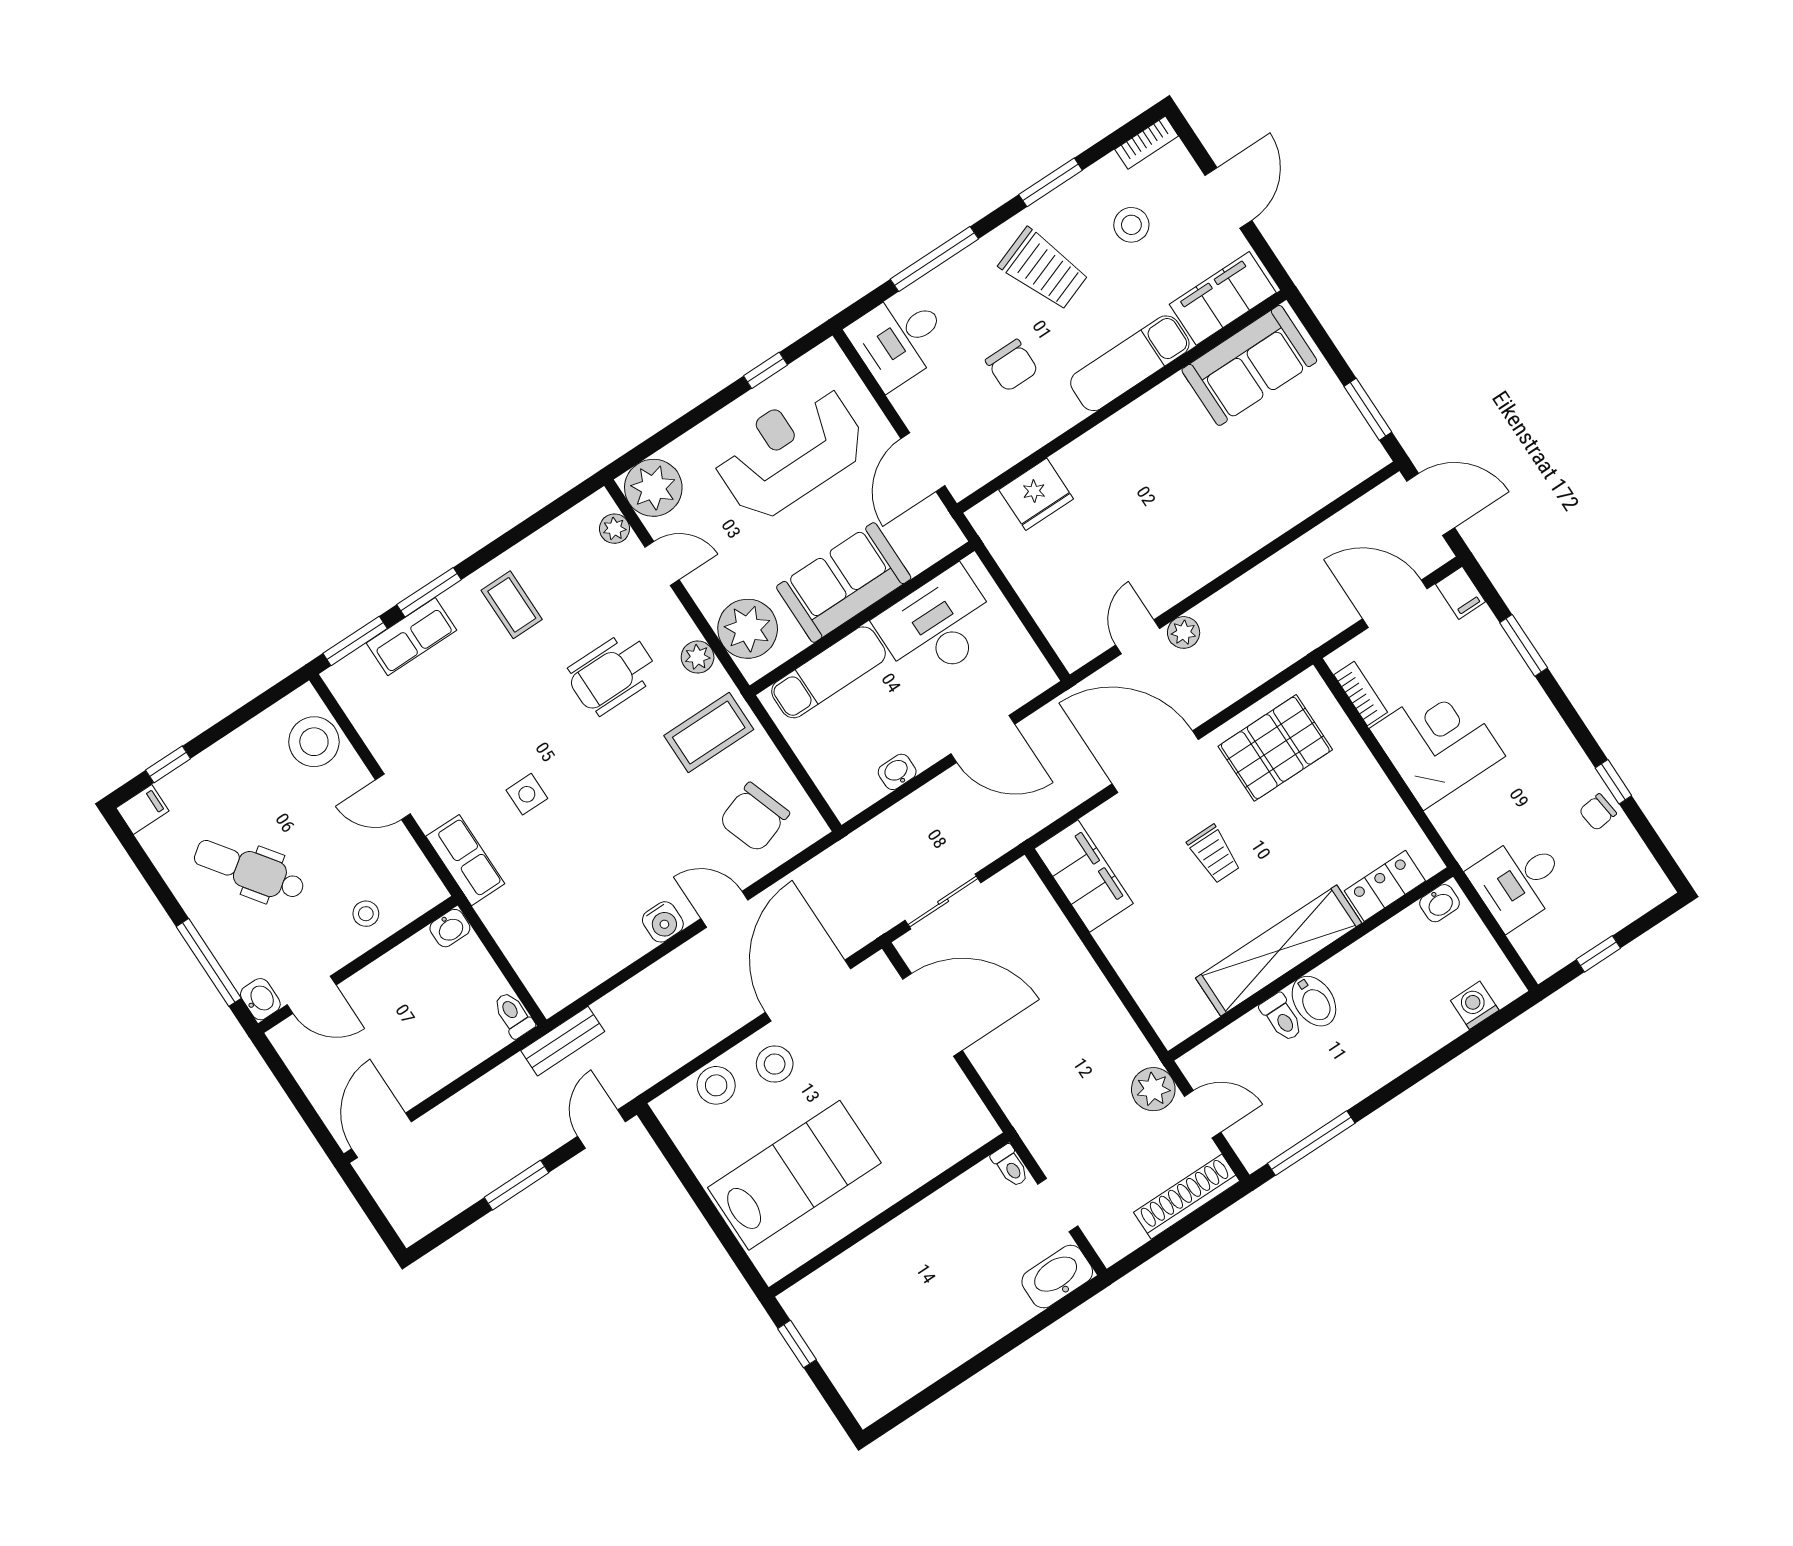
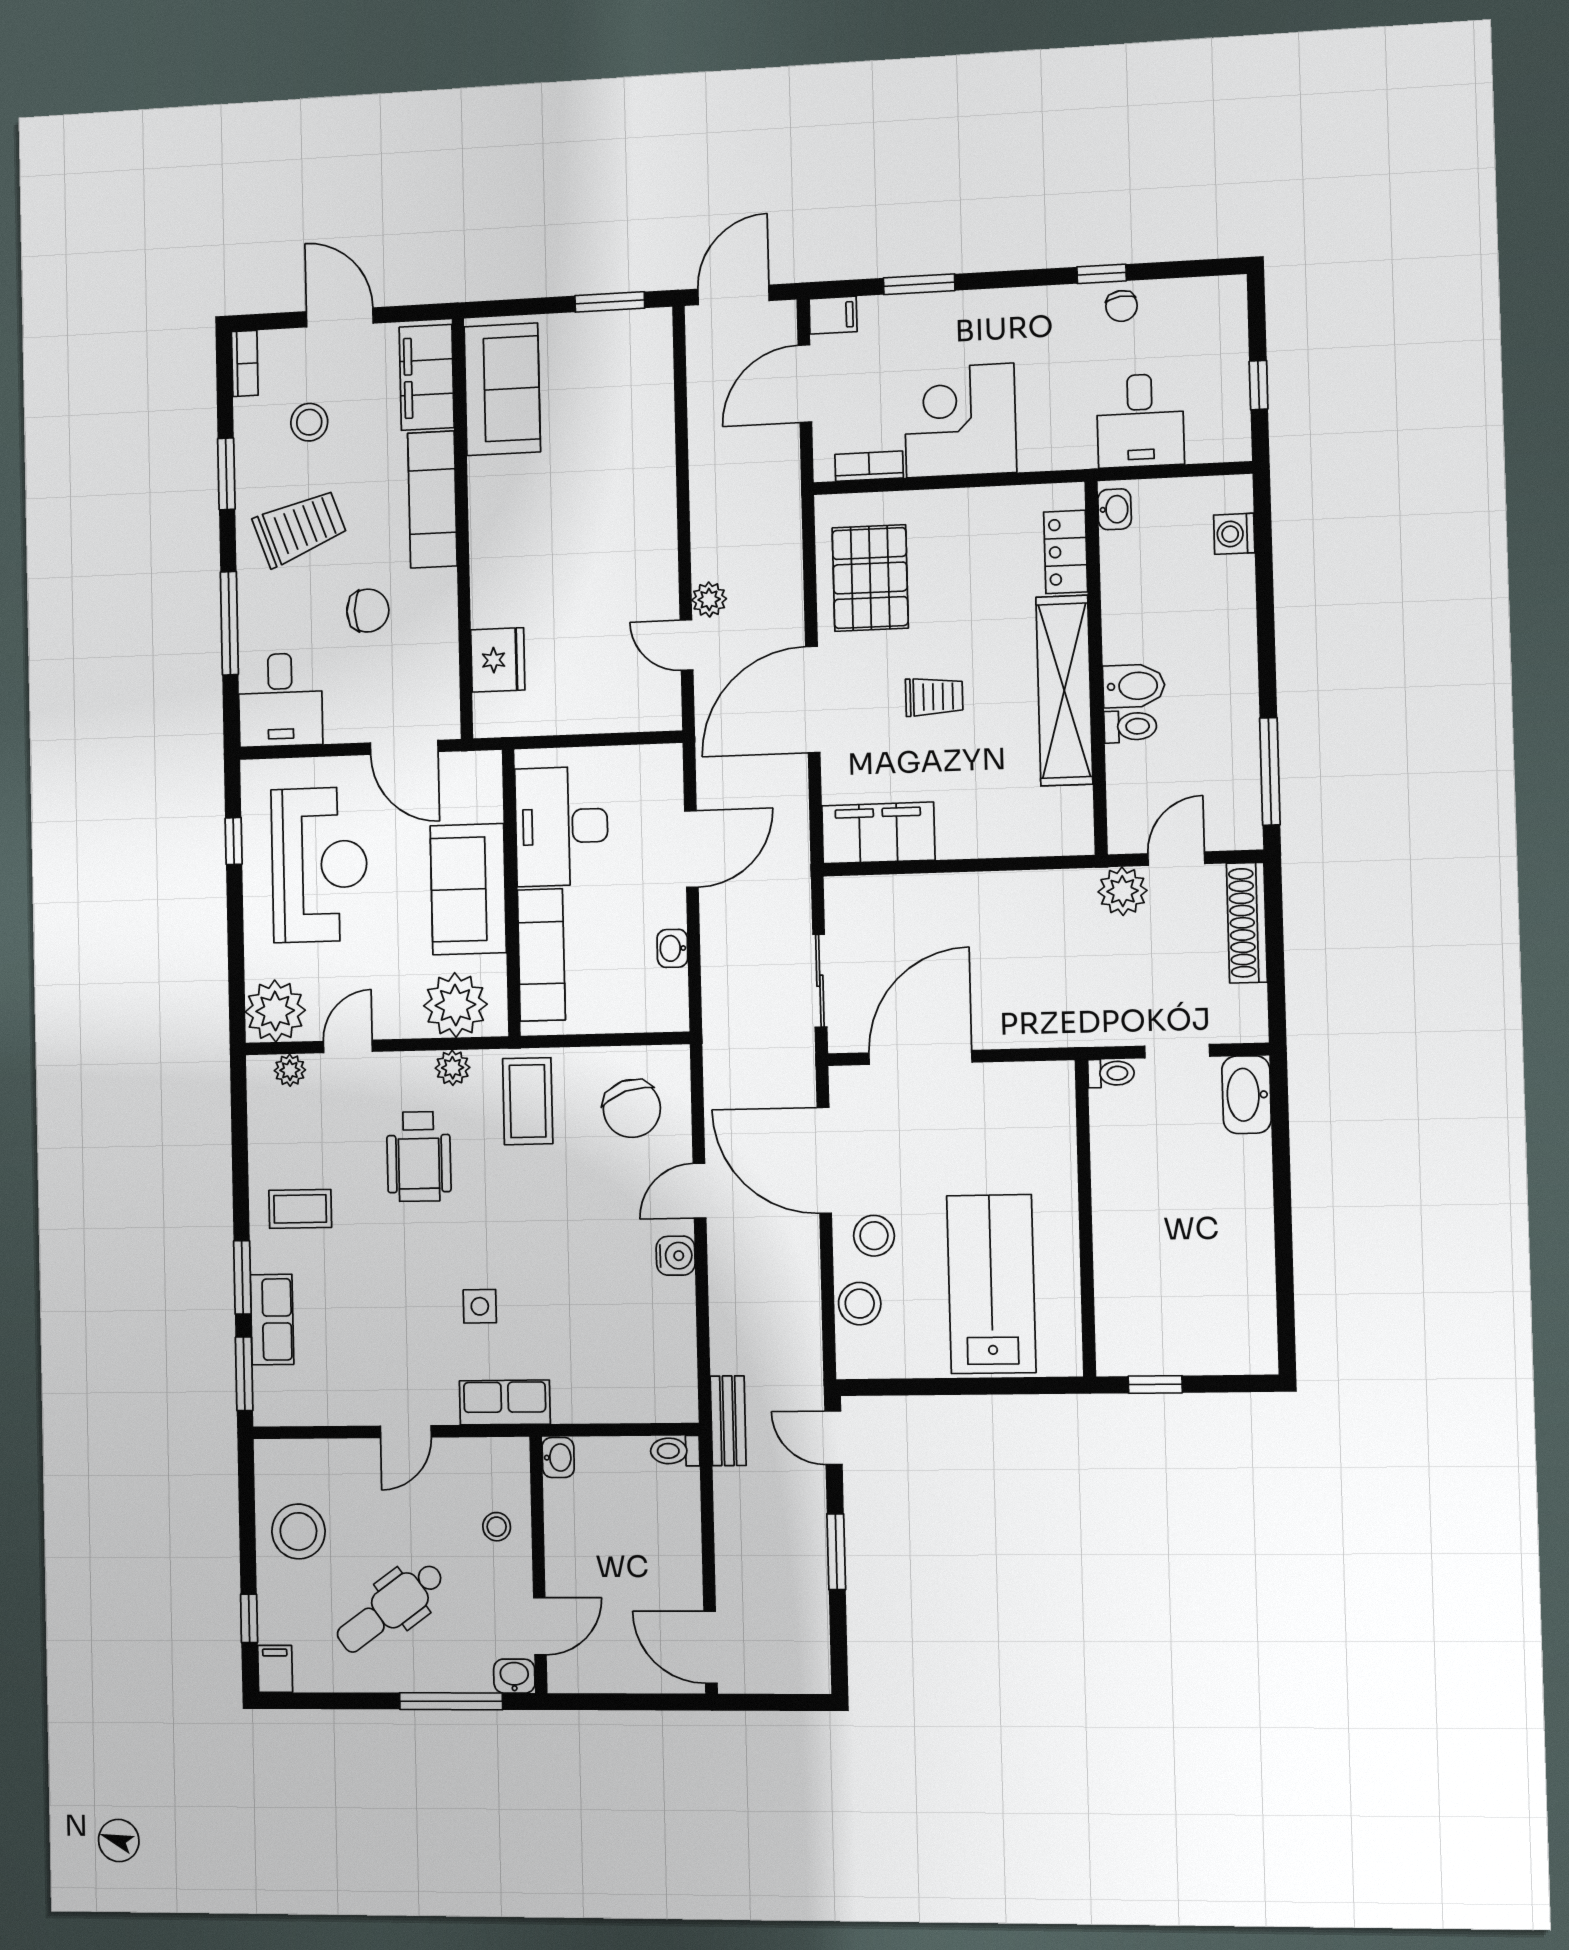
reception desk: (790, 452) -> (319, 865), turned 180
stool: (314, 742) -> (298, 1531), moved

